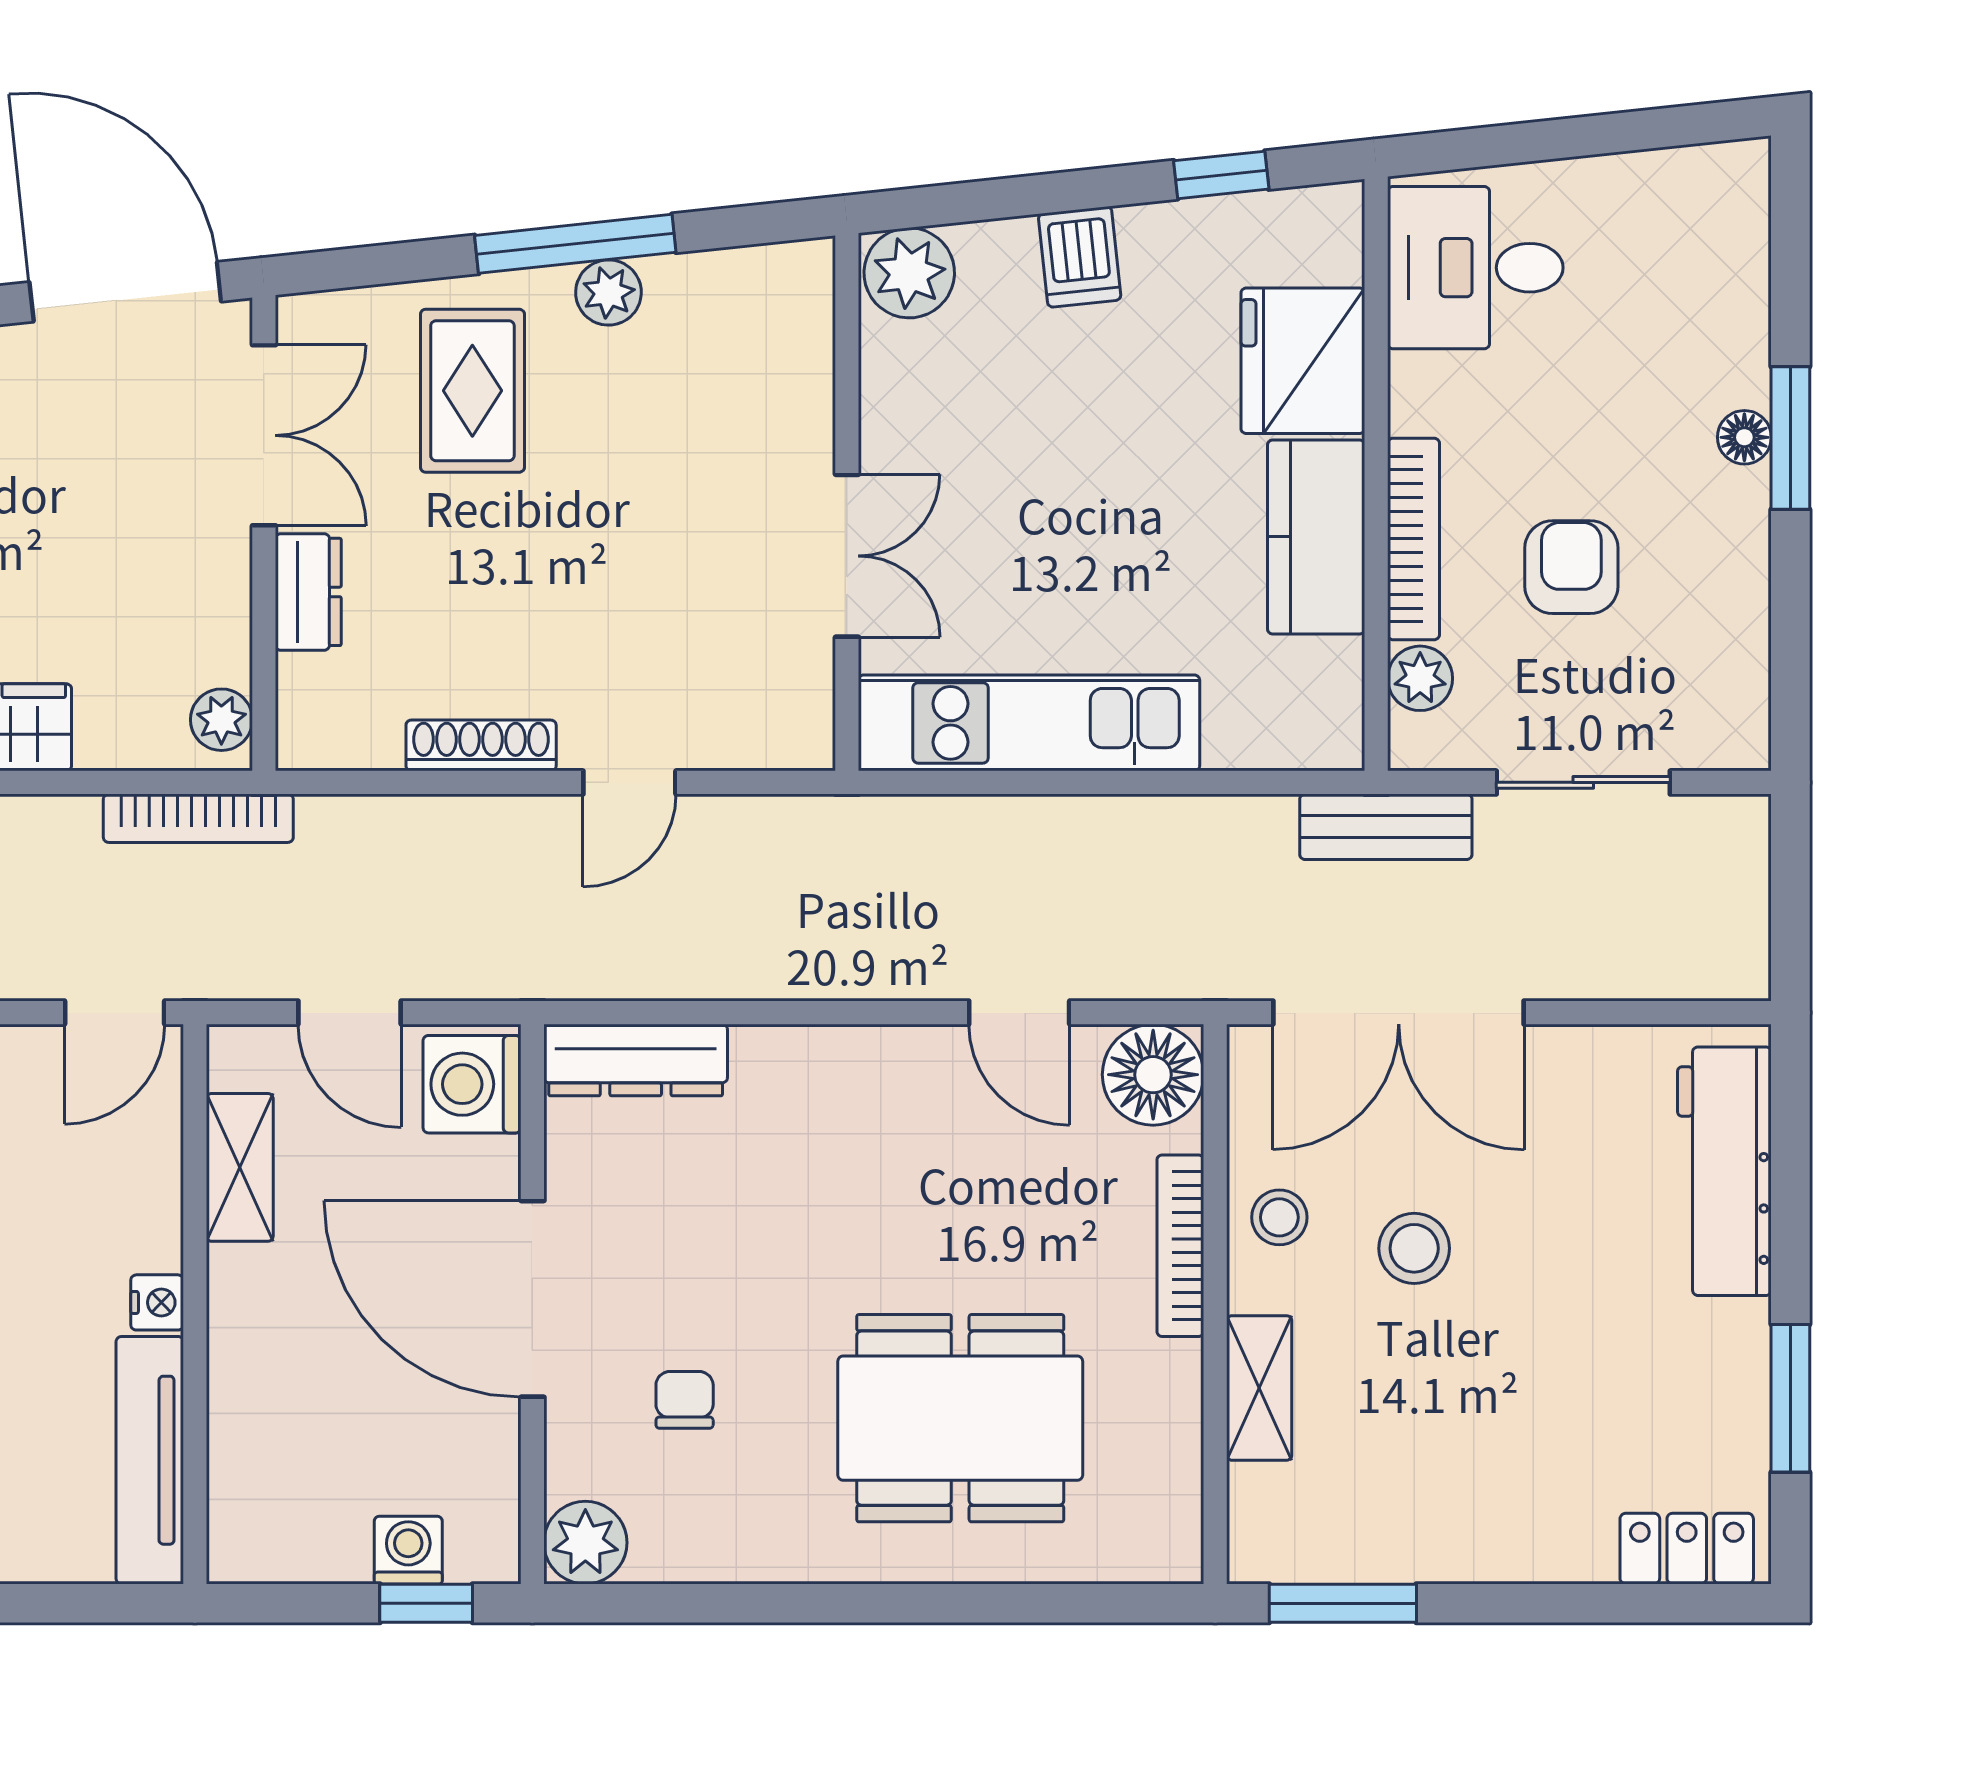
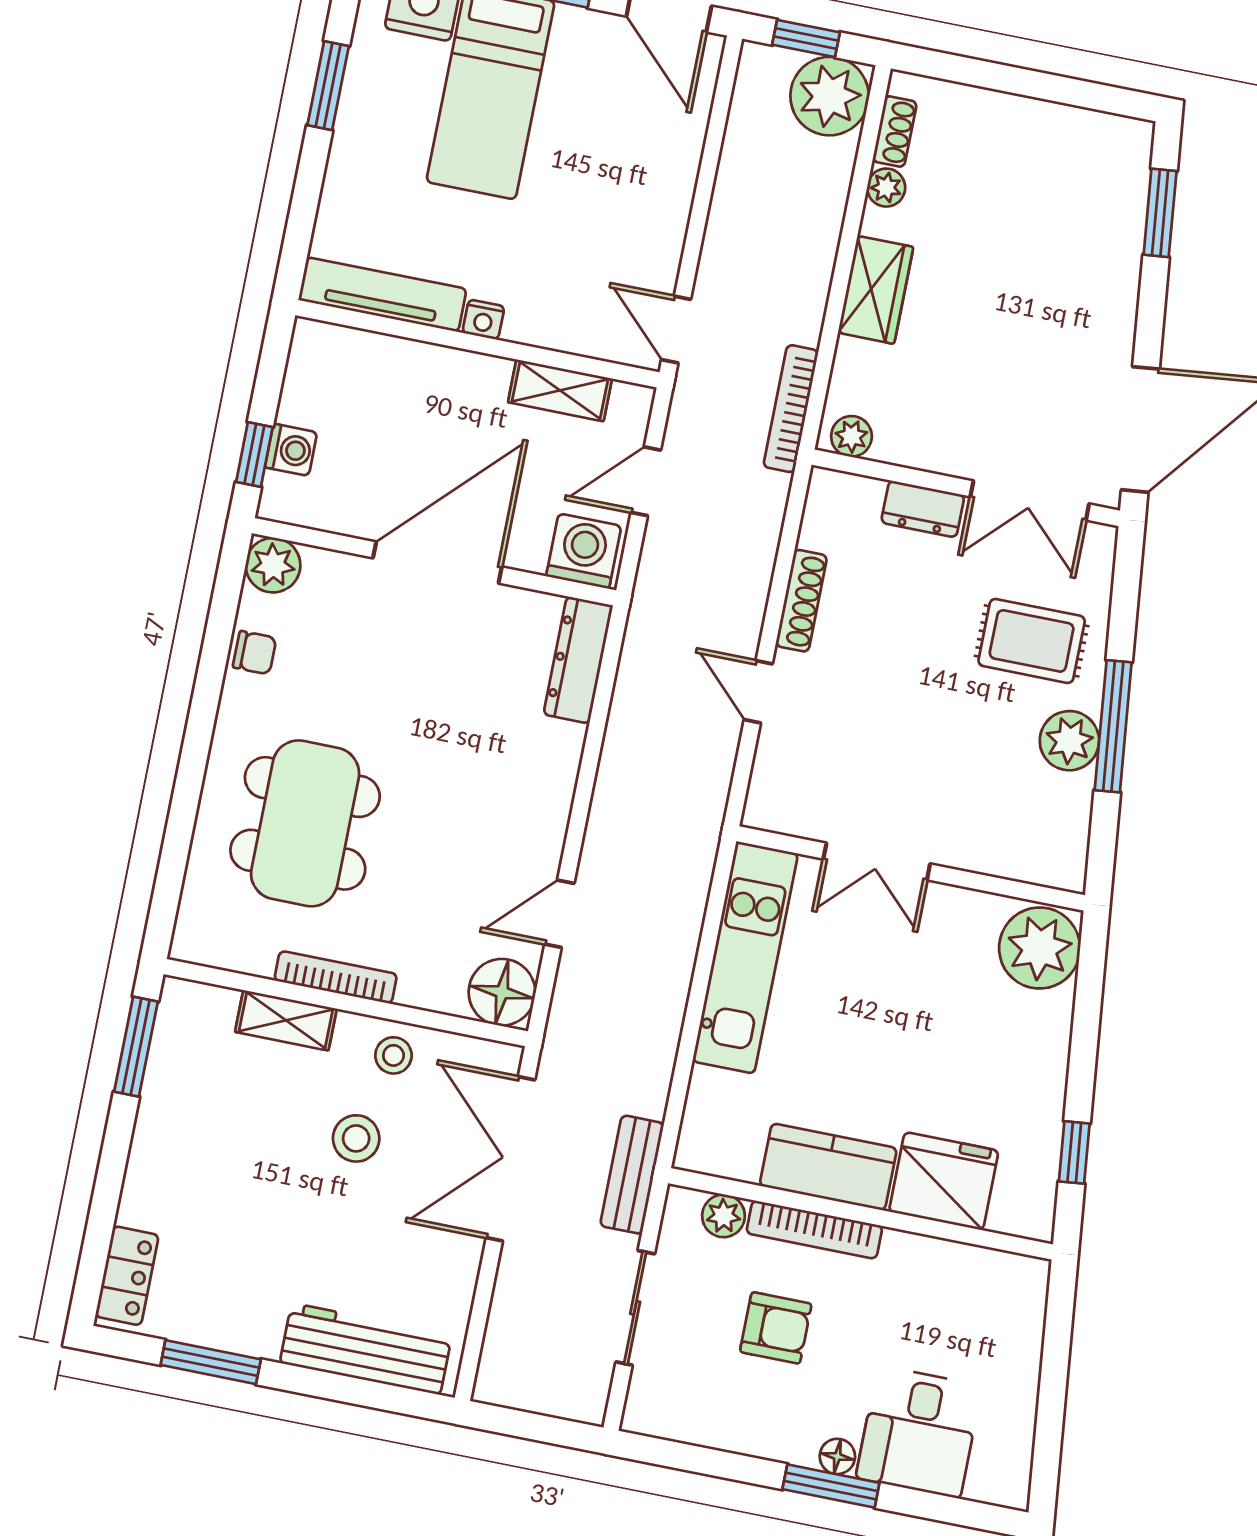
dishwasher: (1080, 257) -> (1040, 1050), removed
desk: (1475, 268) -> (919, 1432), moved, turned 180
plant: (909, 273) -> (1040, 948), width x1.36, depth x1.36
plant: (608, 292) -> (1069, 741), width x1.38, depth x1.38
bookcase: (1180, 1246) -> (336, 977), moved
chair: (685, 1400) -> (255, 653), moved

